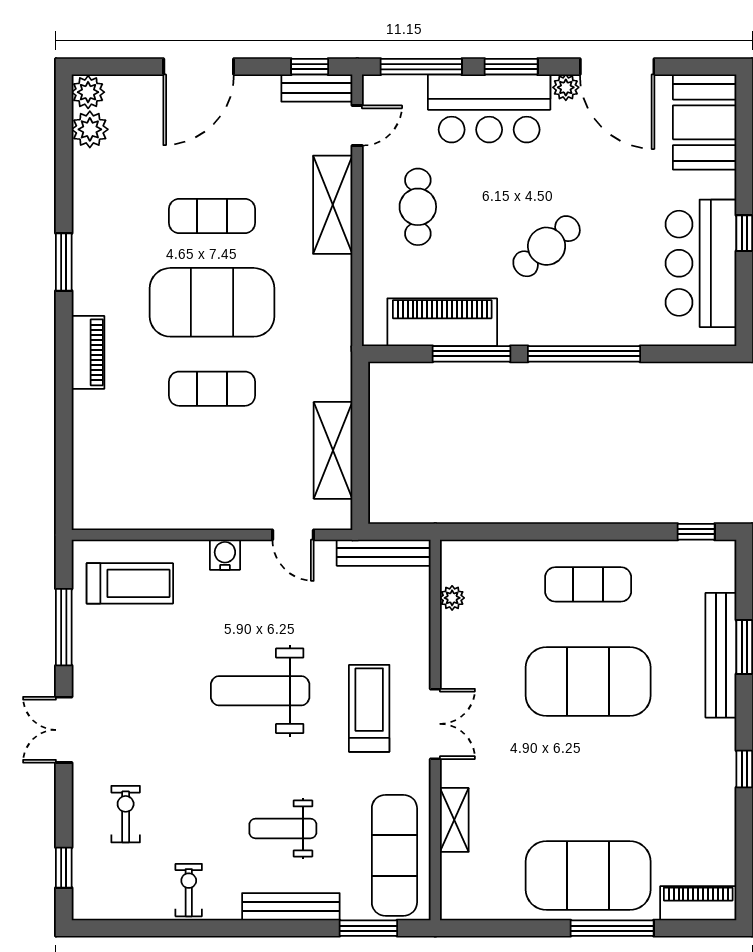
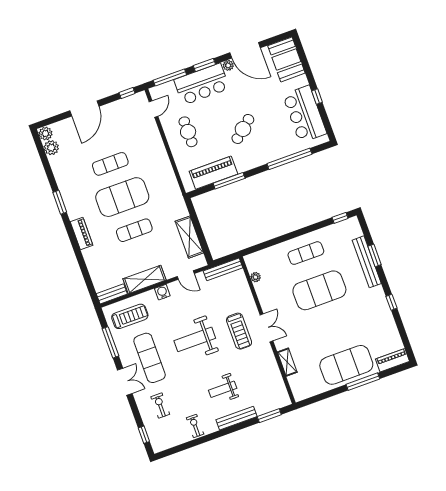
bench: (317, 88) -> (112, 294), moved
shelving: (333, 205) -> (144, 279), moved, turned 90
window: (584, 354) -> (289, 159), moved
treadmill: (369, 708) -> (239, 331), turned 180
double door: (64, 730) -> (125, 382), swing flipped
exercise mat: (394, 855) -> (150, 358), moved

